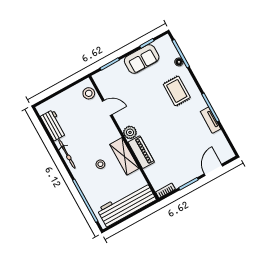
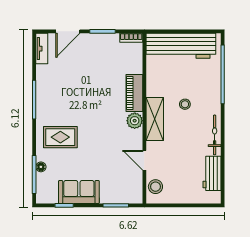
rug: (177, 91) -> (60, 137), turned 90
tv unit: (210, 120) -> (42, 49), moved
shelving: (124, 156) -> (155, 119), moved

